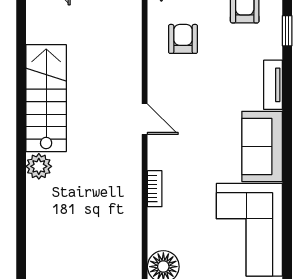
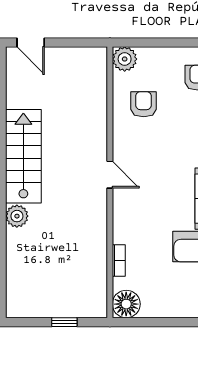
bookcase: (155, 189) -> (119, 261), moved

